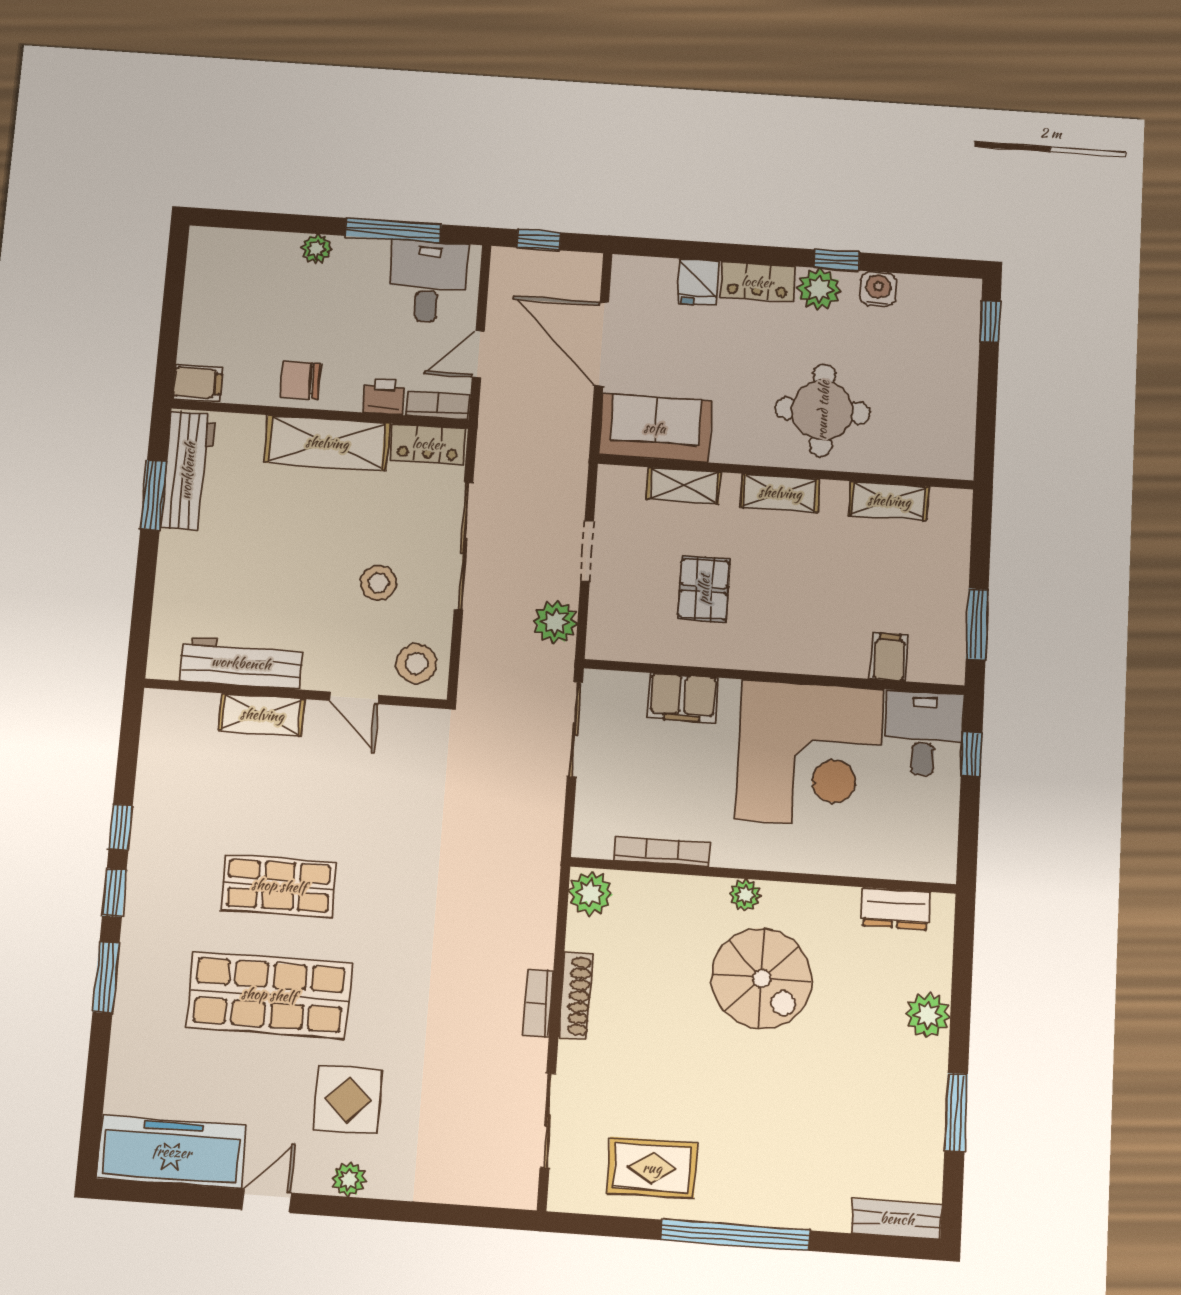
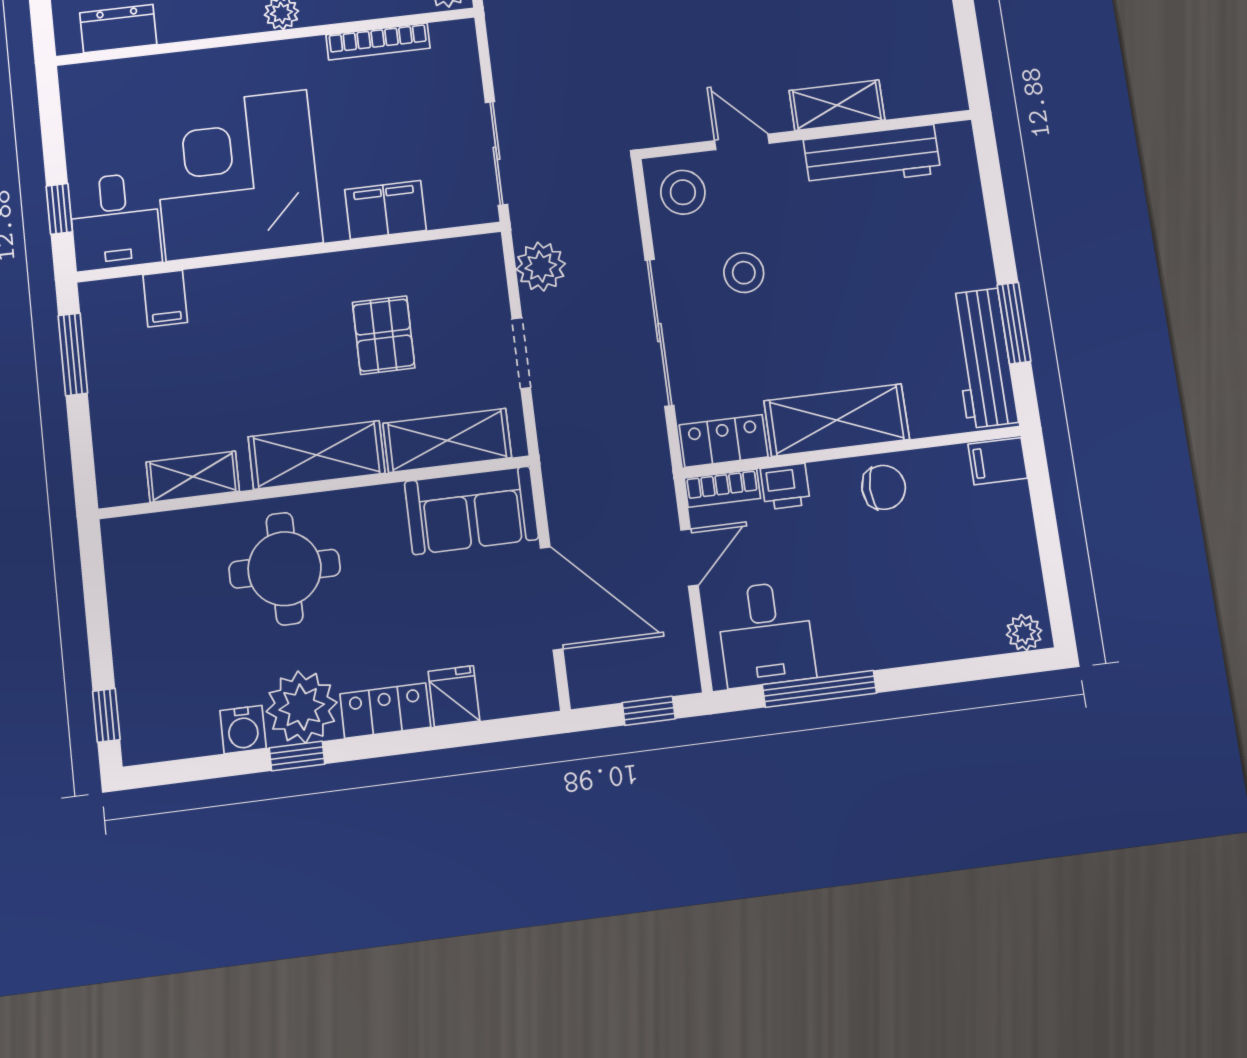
plant: (317, 249) -> (1024, 633), moved
plant: (819, 289) -> (302, 707), width x1.36, depth x1.36
shelving: (684, 486) -> (447, 440), width x1.50, depth x1.33
shelving: (780, 493) -> (317, 455), width x1.50, depth x1.33

